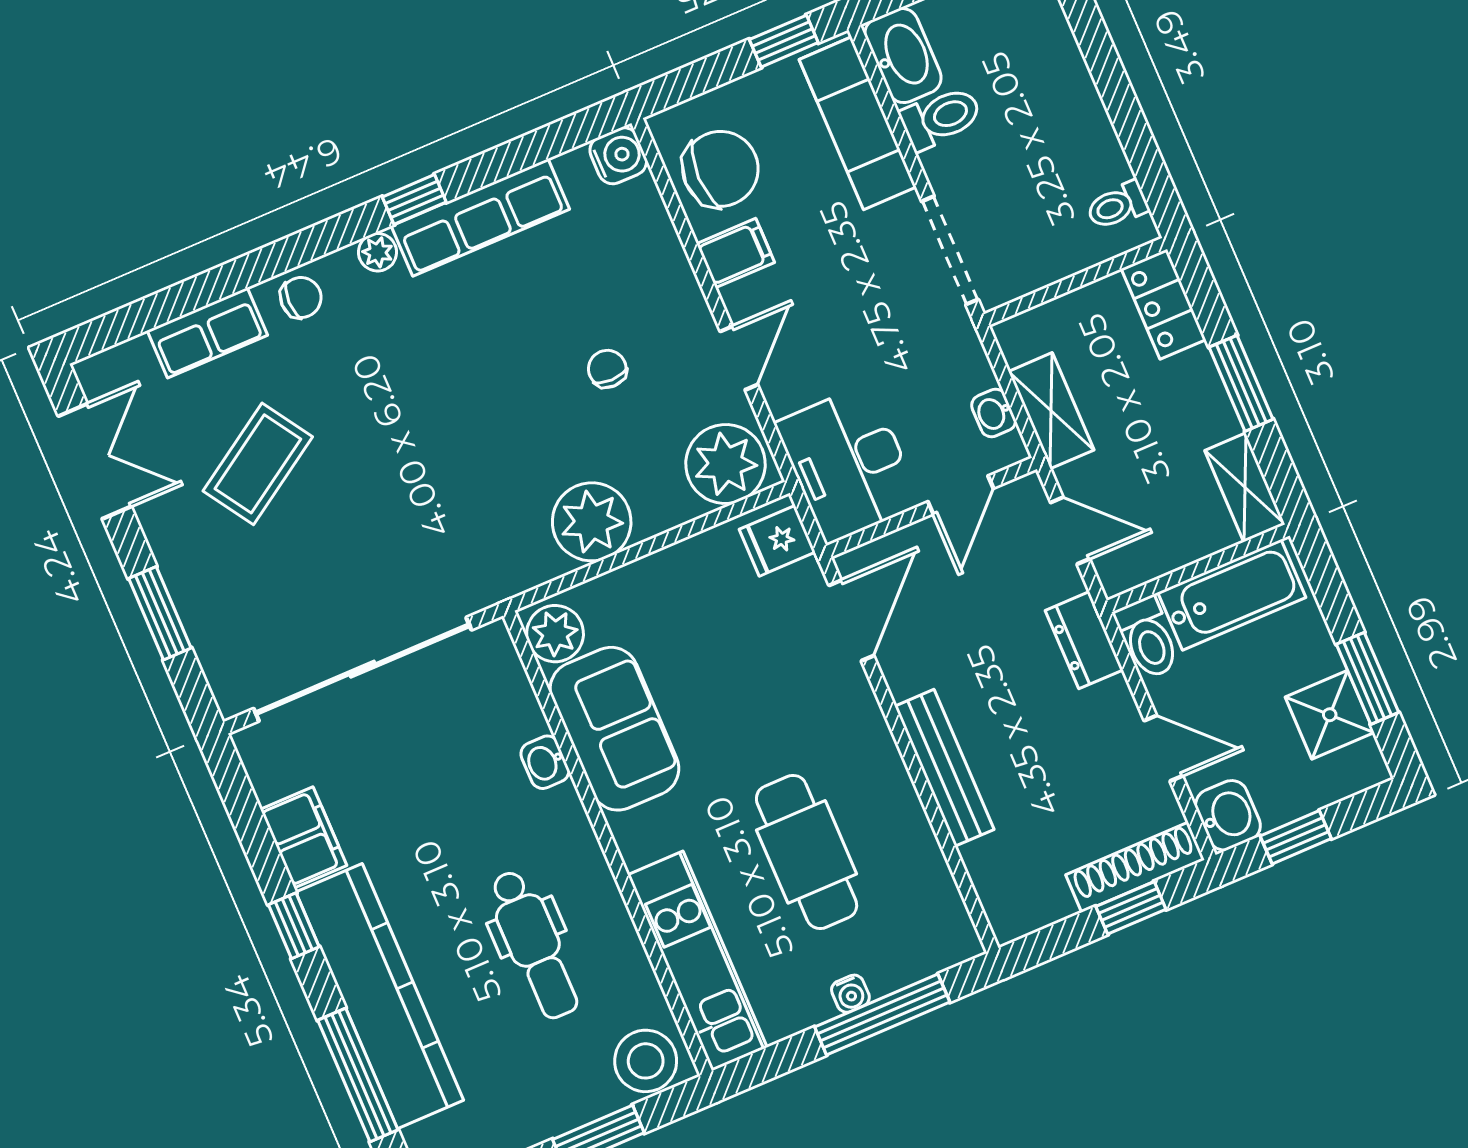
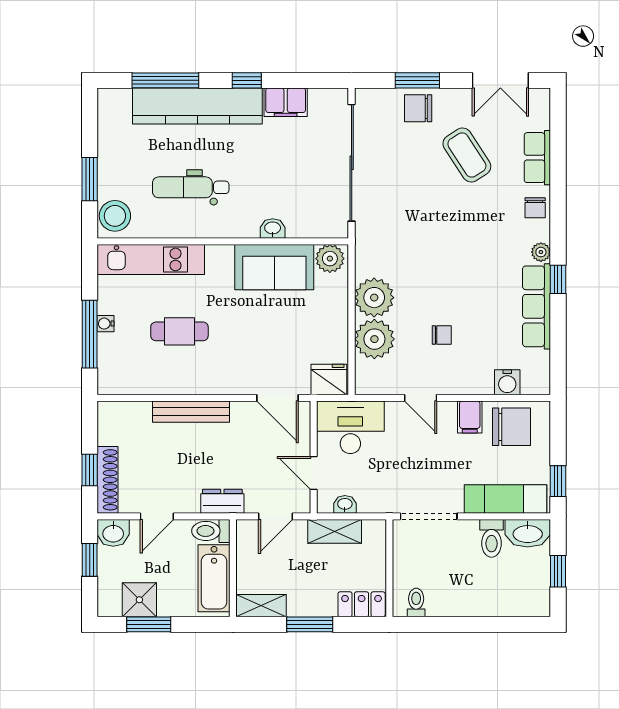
water cooler: (618, 156) -> (507, 382), moved
chair: (720, 169) -> (512, 427), turned -90
plant: (726, 464) -> (374, 339), moved
fridge: (777, 541) -> (329, 379), width x1.38
chair: (210, 590) -> (418, 108), added
cafe table: (807, 852) -> (179, 331), width x0.73, depth x0.74

